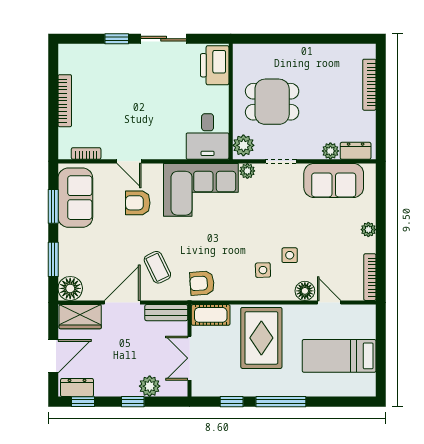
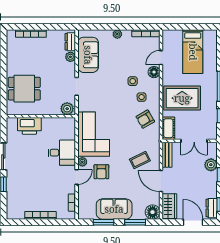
printer: (215, 65) -> (29, 126), moved
dining table: (272, 102) -> (24, 89), moved, turned 90
desk: (208, 136) -> (62, 153), moved
plant: (247, 171) -> (82, 162), moved
sofa: (75, 198) -> (114, 209), moved
armchair: (202, 283) -> (145, 119), moved, turned 64

